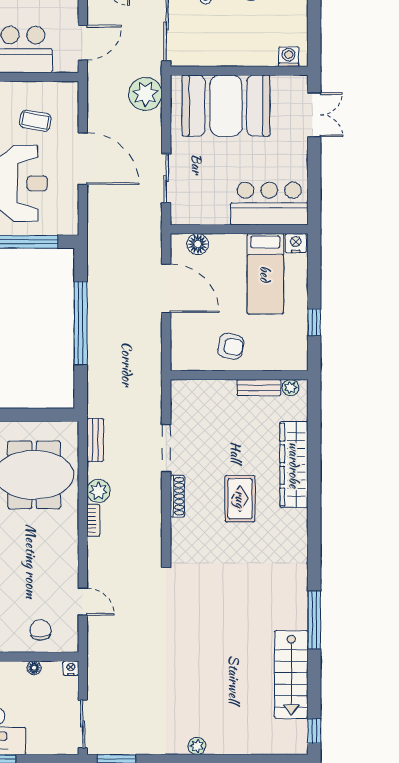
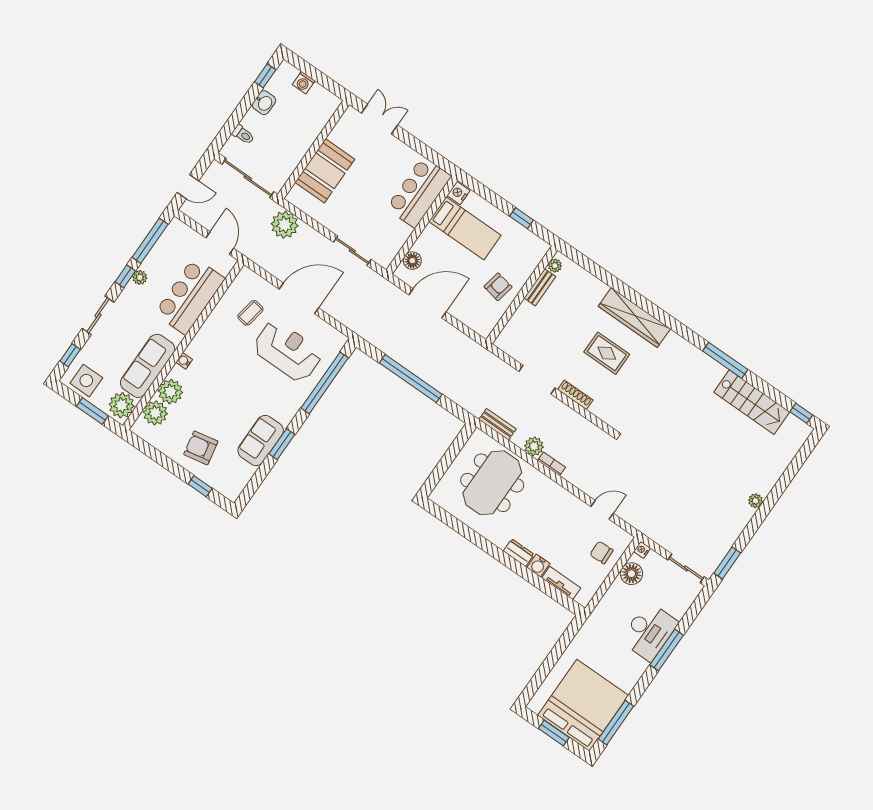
washing machine: (289, 57) -> (304, 83), moved, turned -90
booth: (226, 106) -> (325, 171), width x0.73, depth x0.70
wardrobe: (294, 465) -> (634, 318), moved
floor lamp: (34, 668) -> (631, 574), width x1.89, depth x1.89

